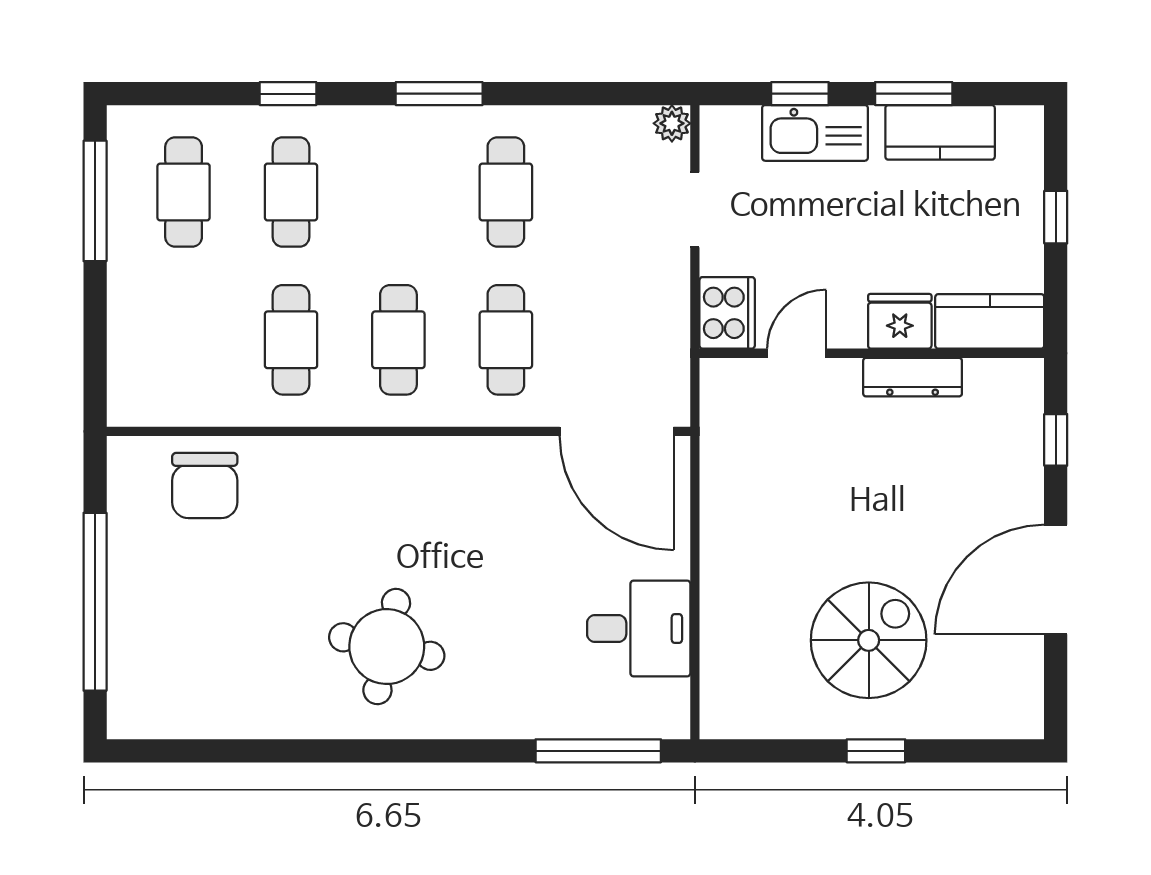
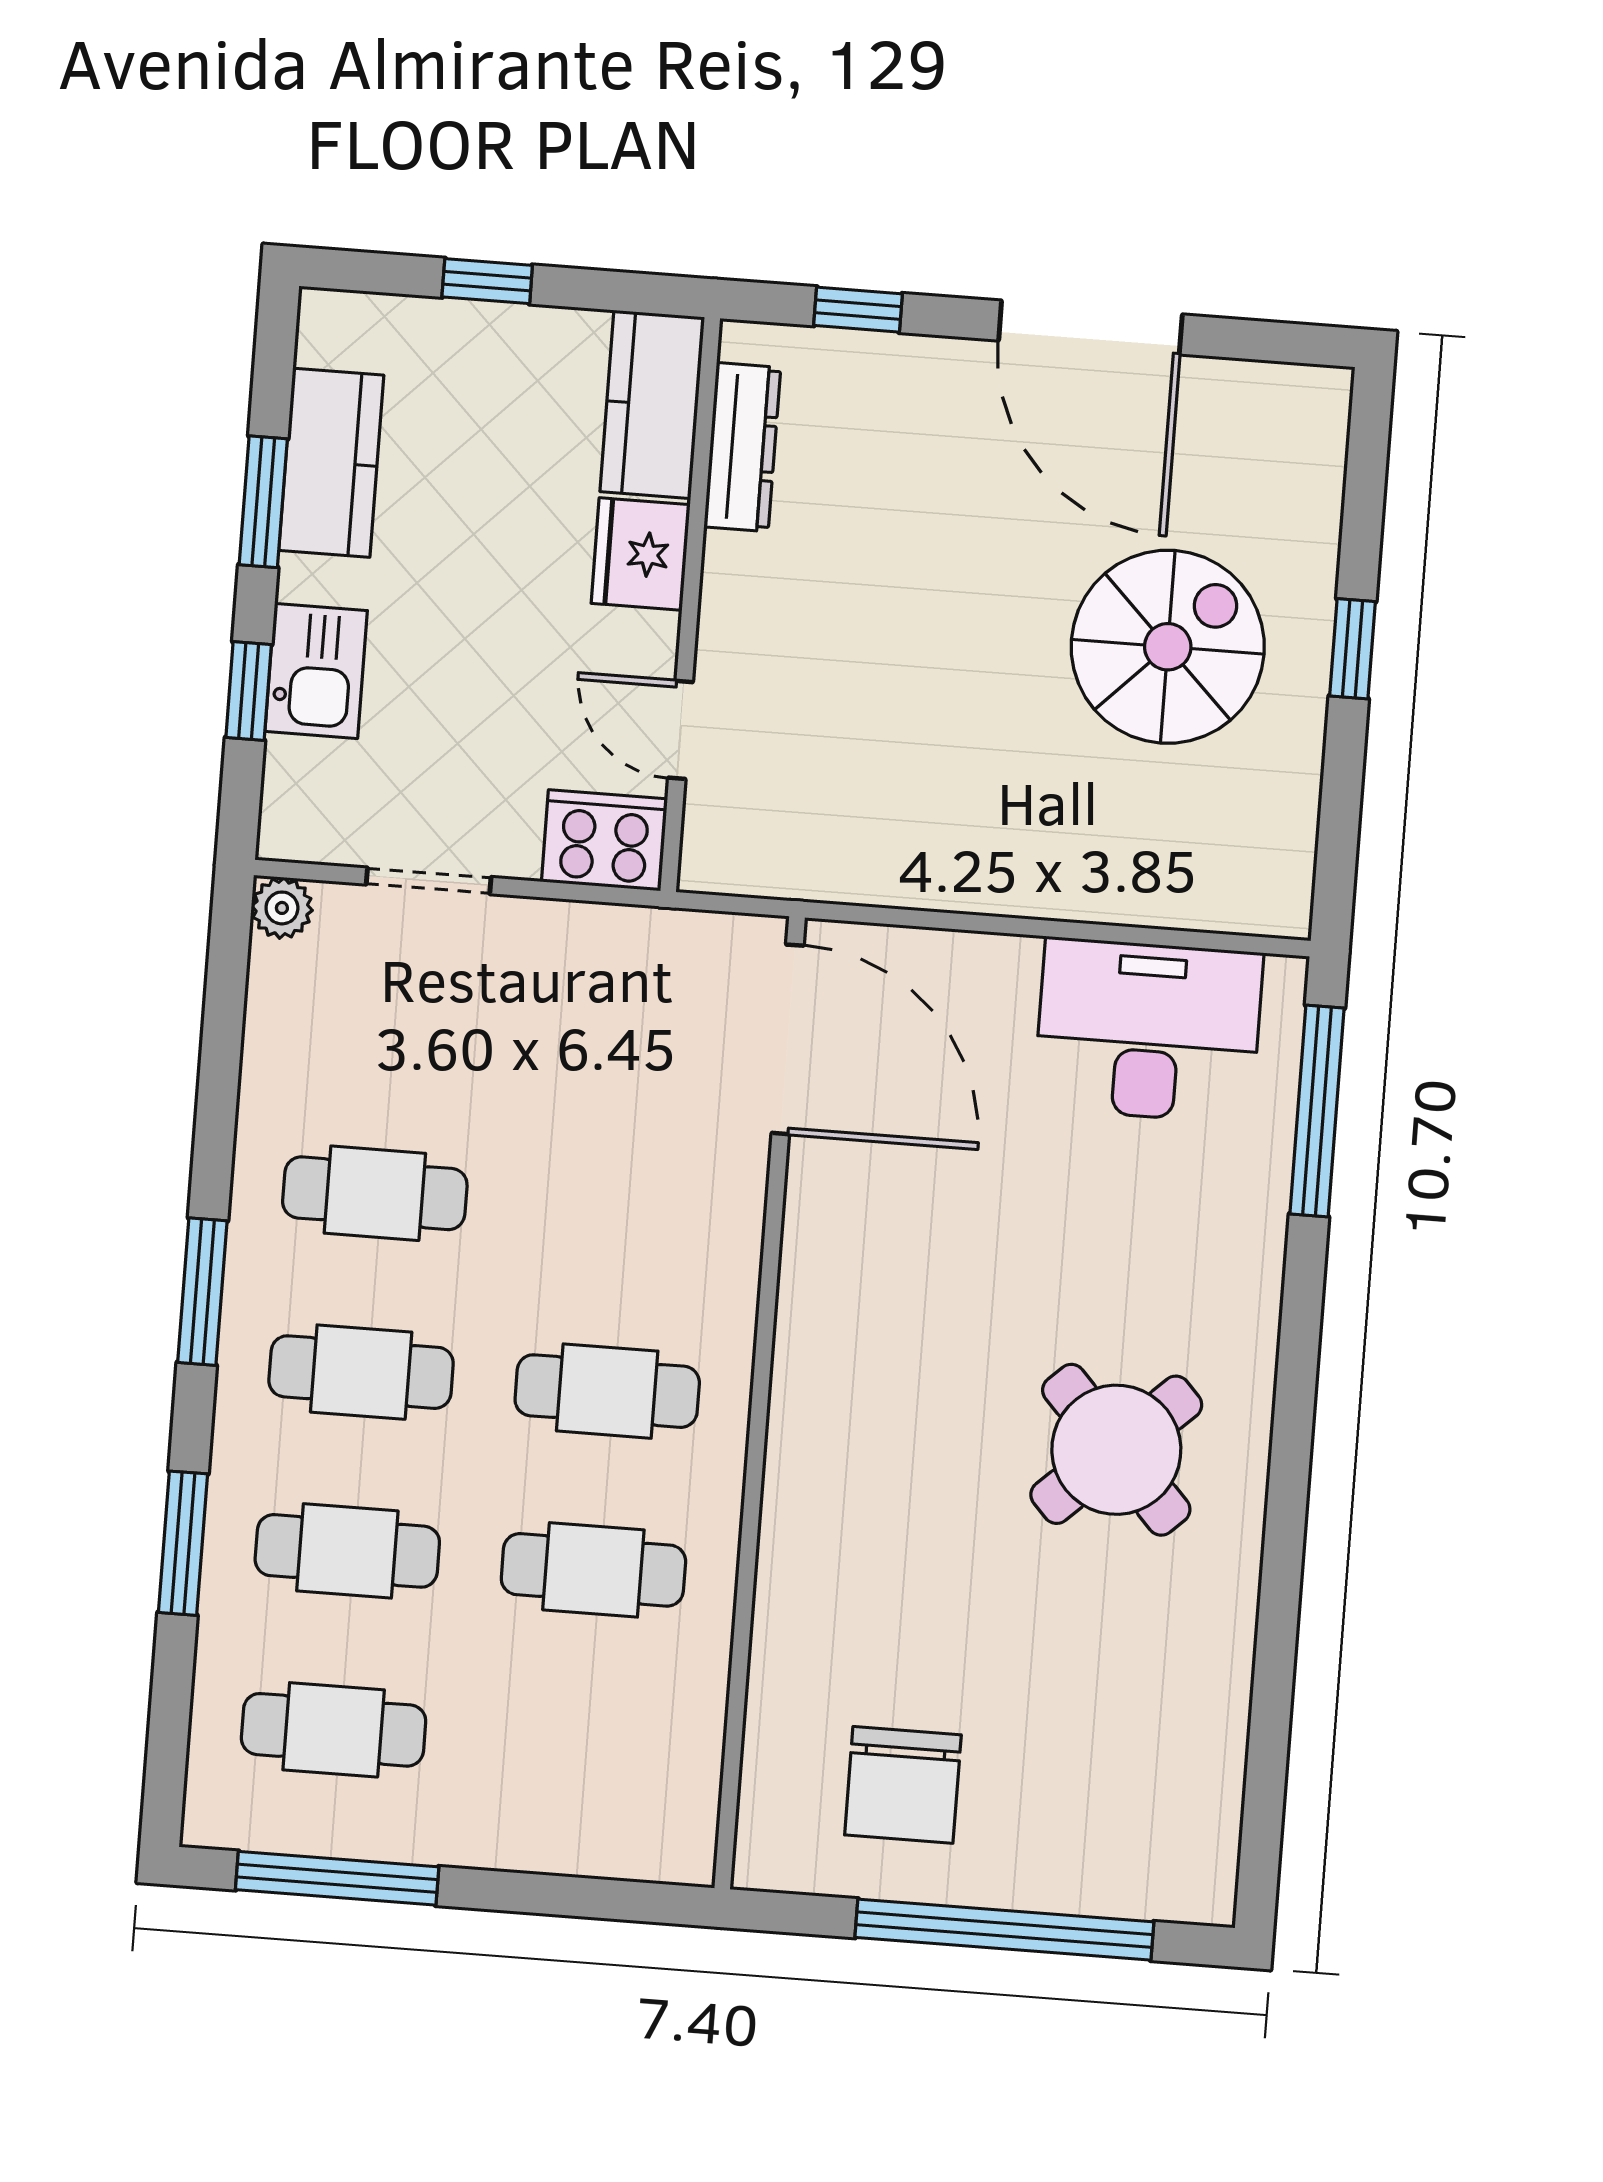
window: (288, 94) -> (183, 1543), width x1.50
kitchen sink: (815, 133) -> (316, 671), width x0.73
cafe table: (506, 340) -> (361, 1372), moved
dresser: (913, 377) -> (742, 447), moved
door: (617, 431) -> (788, 1039), hinge flipped
chair: (205, 485) -> (903, 1785), moved, turned 90
desk: (639, 628) -> (1148, 1030), width x1.37
spiral stairs: (869, 640) -> (1168, 647), turned 90
round table: (387, 647) -> (1116, 1450), turned 35

